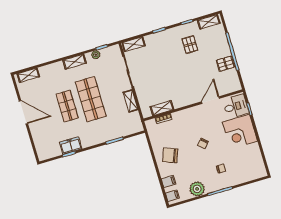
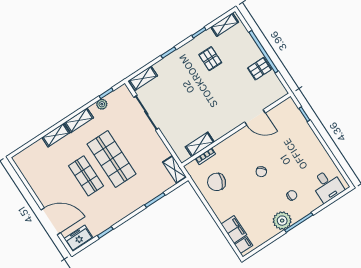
shelving: (28, 75) -> (56, 135), moved
door: (211, 100) -> (255, 117), swing flipped
shelving: (131, 101) -> (175, 170), moved
desk: (236, 106) -> (327, 186), moved, turned 90
door: (23, 112) -> (51, 221), moved
corner desk: (240, 132) -> (301, 144), removed
freezer: (71, 146) -> (79, 238), moved
chair: (170, 155) -> (217, 182), moved
filing cabinet: (168, 181) -> (234, 229), width x2.00
plant: (197, 189) -> (282, 221), moved

